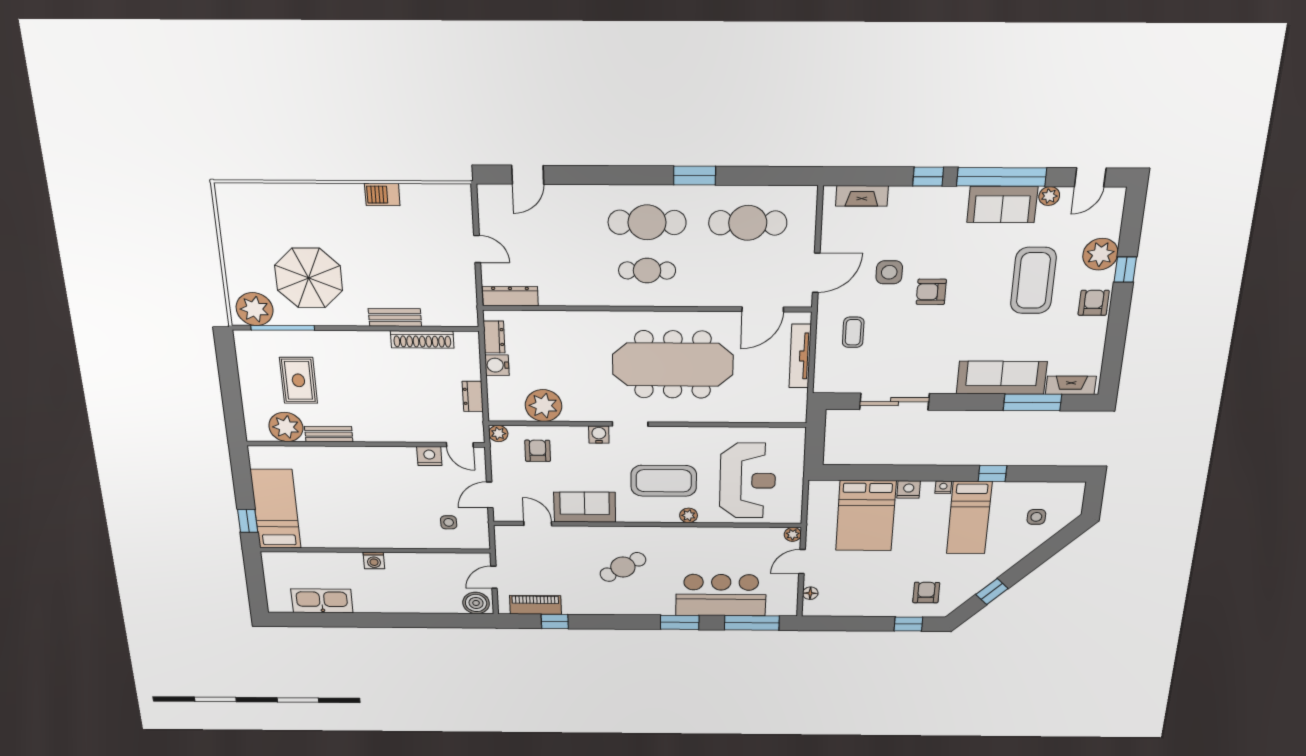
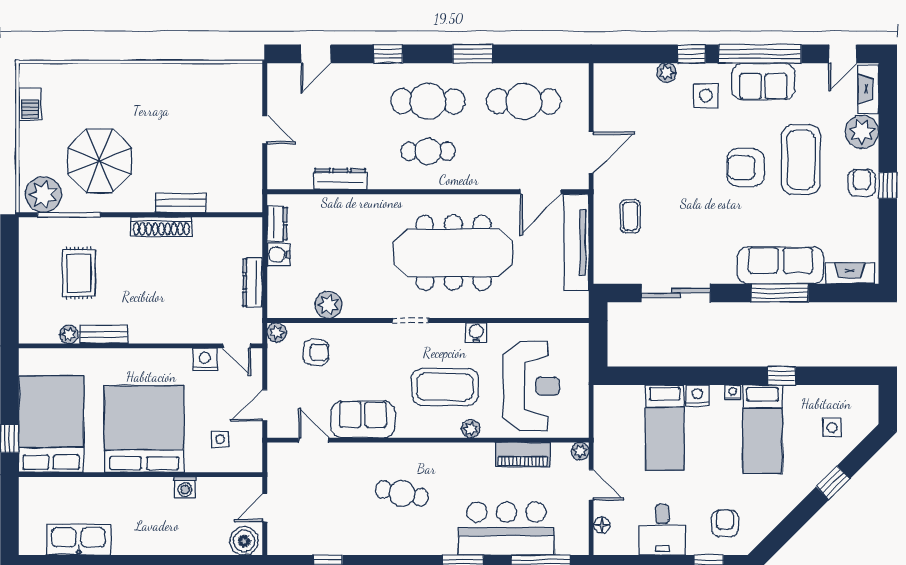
window: (605, 175) -> (388, 54), added
barbecue: (382, 195) -> (30, 104), moved, turned -90
fireplace: (862, 196) -> (868, 89), moved, turned 90
plant: (1049, 196) -> (666, 73), moved
window: (1125, 270) -> (888, 185), moved
side table: (889, 272) -> (706, 96), moved
armchair: (931, 292) -> (746, 167), moved, width x1.38, depth x1.38
dresser: (510, 296) -> (340, 179), moved
shoe rack: (422, 339) -> (161, 227), moved
tv unit: (800, 356) -> (577, 243), width x1.36, depth x1.29
dresser: (473, 396) -> (253, 282), width x1.44
window: (1032, 402) -> (780, 293), moved
plant: (543, 406) -> (328, 305), width x0.73, depth x0.73
plant: (286, 427) -> (69, 334), width x0.53, depth x0.53
water cooler: (599, 435) -> (476, 333), moved
armchair: (538, 451) -> (316, 352), turned 90
bed: (276, 509) -> (51, 424), width x1.50
bed: (375, 514) -> (144, 429), added
bed: (866, 516) -> (665, 428), width x0.67
washing machine: (374, 561) -> (185, 487), moved
door: (802, 562) -> (591, 485), swing flipped
cafe table: (623, 567) -> (402, 493), turned 44
window: (992, 591) -> (833, 483), moved
desk: (867, 597) -> (662, 530), added
piano: (535, 605) -> (523, 455), moved, turned 180

